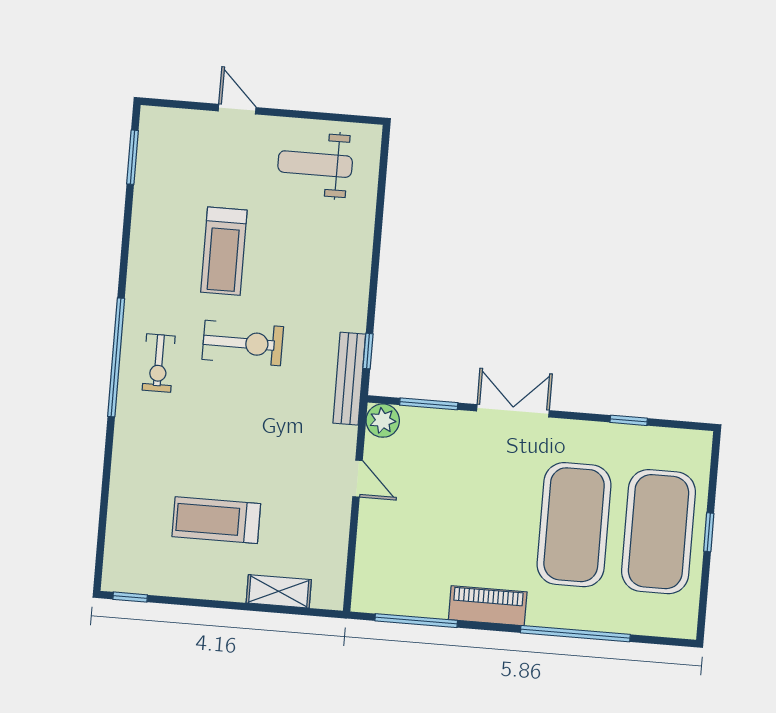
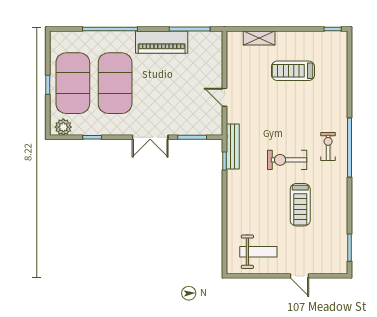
treadmill: (224, 251) -> (300, 205), turned 180
plant: (383, 421) -> (63, 127), moved
treadmill: (216, 520) -> (293, 71), turned 180
piano: (488, 606) -> (162, 42), width x1.37, depth x1.33

